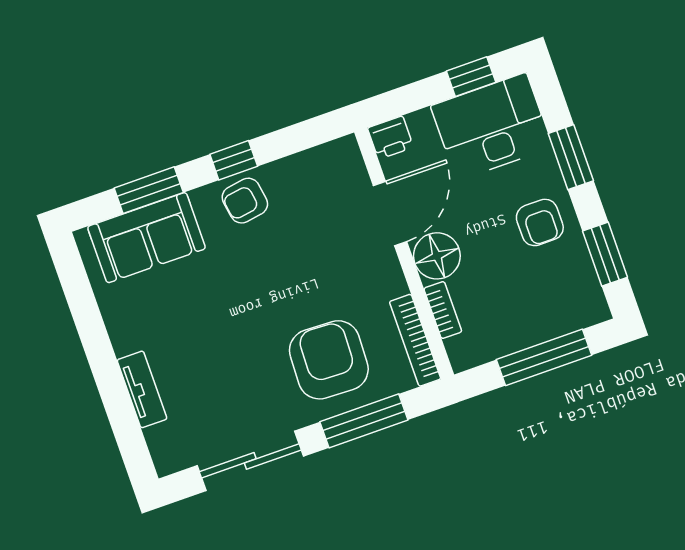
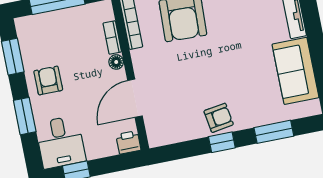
desk: (491, 127) -> (61, 142), width x0.73
sofa: (146, 238) -> (295, 71), moved, turned -90
floor lamp: (437, 256) -> (116, 62), width x0.53, depth x0.53

